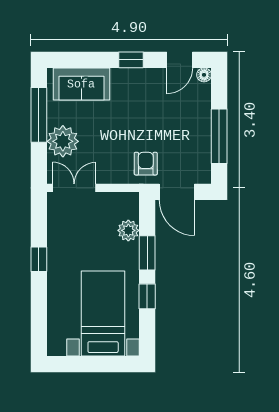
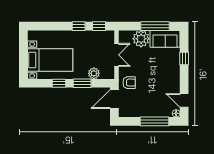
window: (131, 60) -> (184, 59), moved
sofa: (81, 84) -> (165, 39), moved, turned -90
window: (219, 136) -> (154, 121), moved
double door: (74, 188) -> (116, 55), moved
window: (39, 221) -> (99, 26), added

